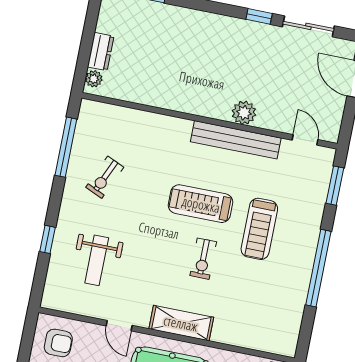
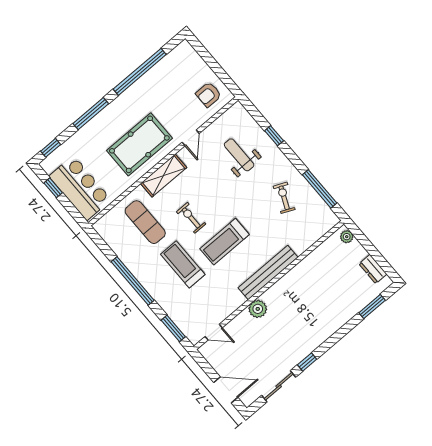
dresser: (101, 52) -> (373, 269), moved
bench: (236, 140) -> (268, 272), moved
treadmill: (201, 204) -> (225, 242), turned 180
exercise mat: (246, 304) -> (145, 222), added
door: (119, 326) -> (191, 138), swing flipped

